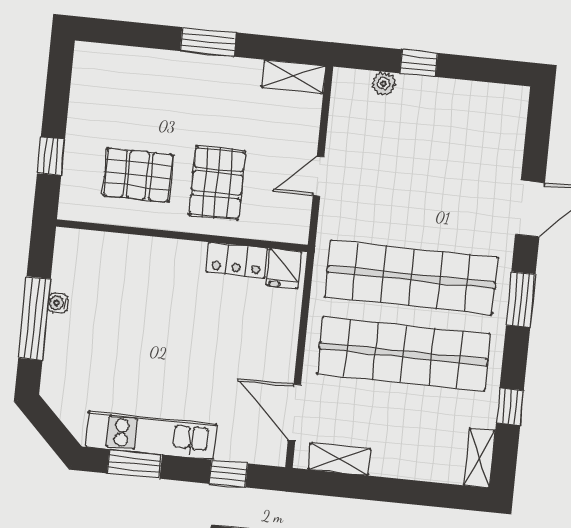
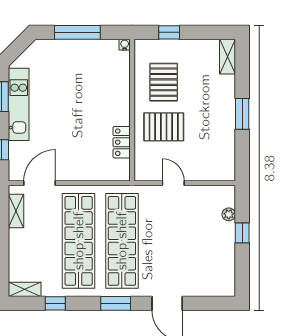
shelving: (294, 77) -> (227, 57), moved
fridge: (284, 269) -> (120, 169), removed
water cooler: (58, 303) -> (125, 45), moved

